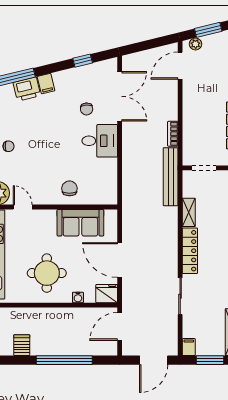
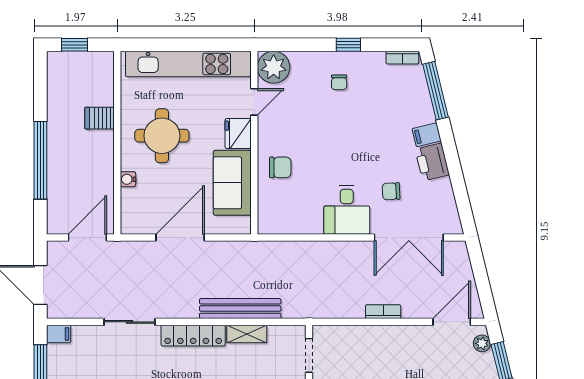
window: (83, 61) -> (459, 186), removed
door: (180, 66) -> (452, 322), hinge flipped
printer: (27, 89) -> (432, 162), moved
bookcase: (173, 134) -> (383, 312), moved
bench: (171, 177) -> (240, 309), moved
fridge: (107, 294) -> (238, 133), moved, turned 180
door: (120, 326) -> (87, 238), hinge flipped
server rack: (22, 345) -> (99, 118), moved, turned 180

